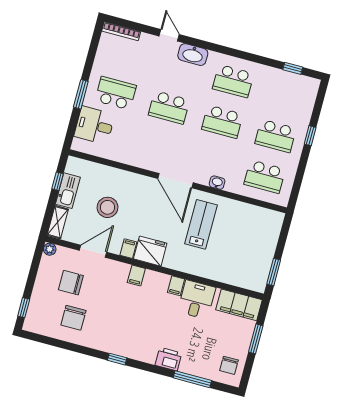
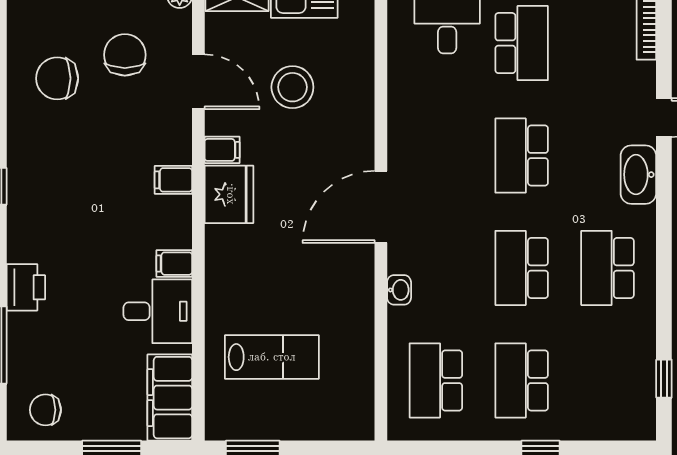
lab bench: (201, 224) -> (272, 357), moved

